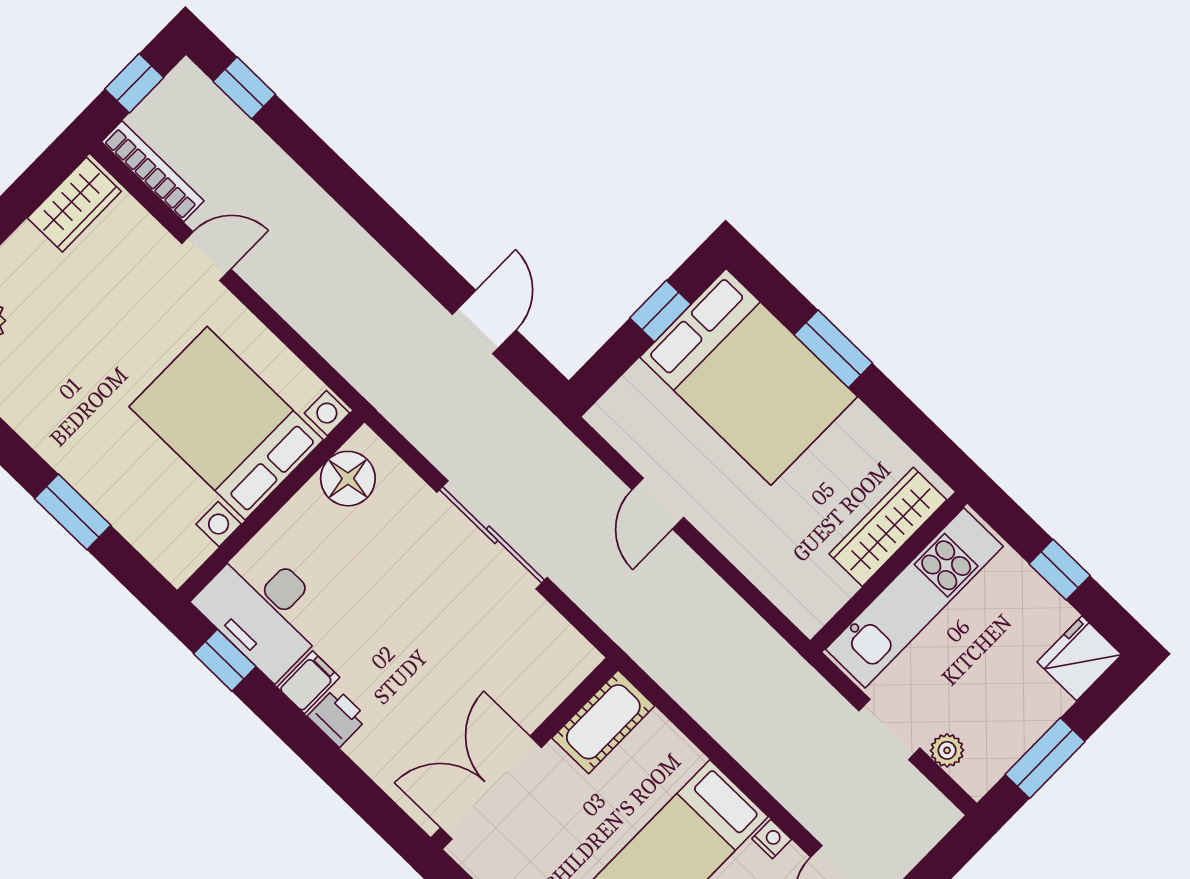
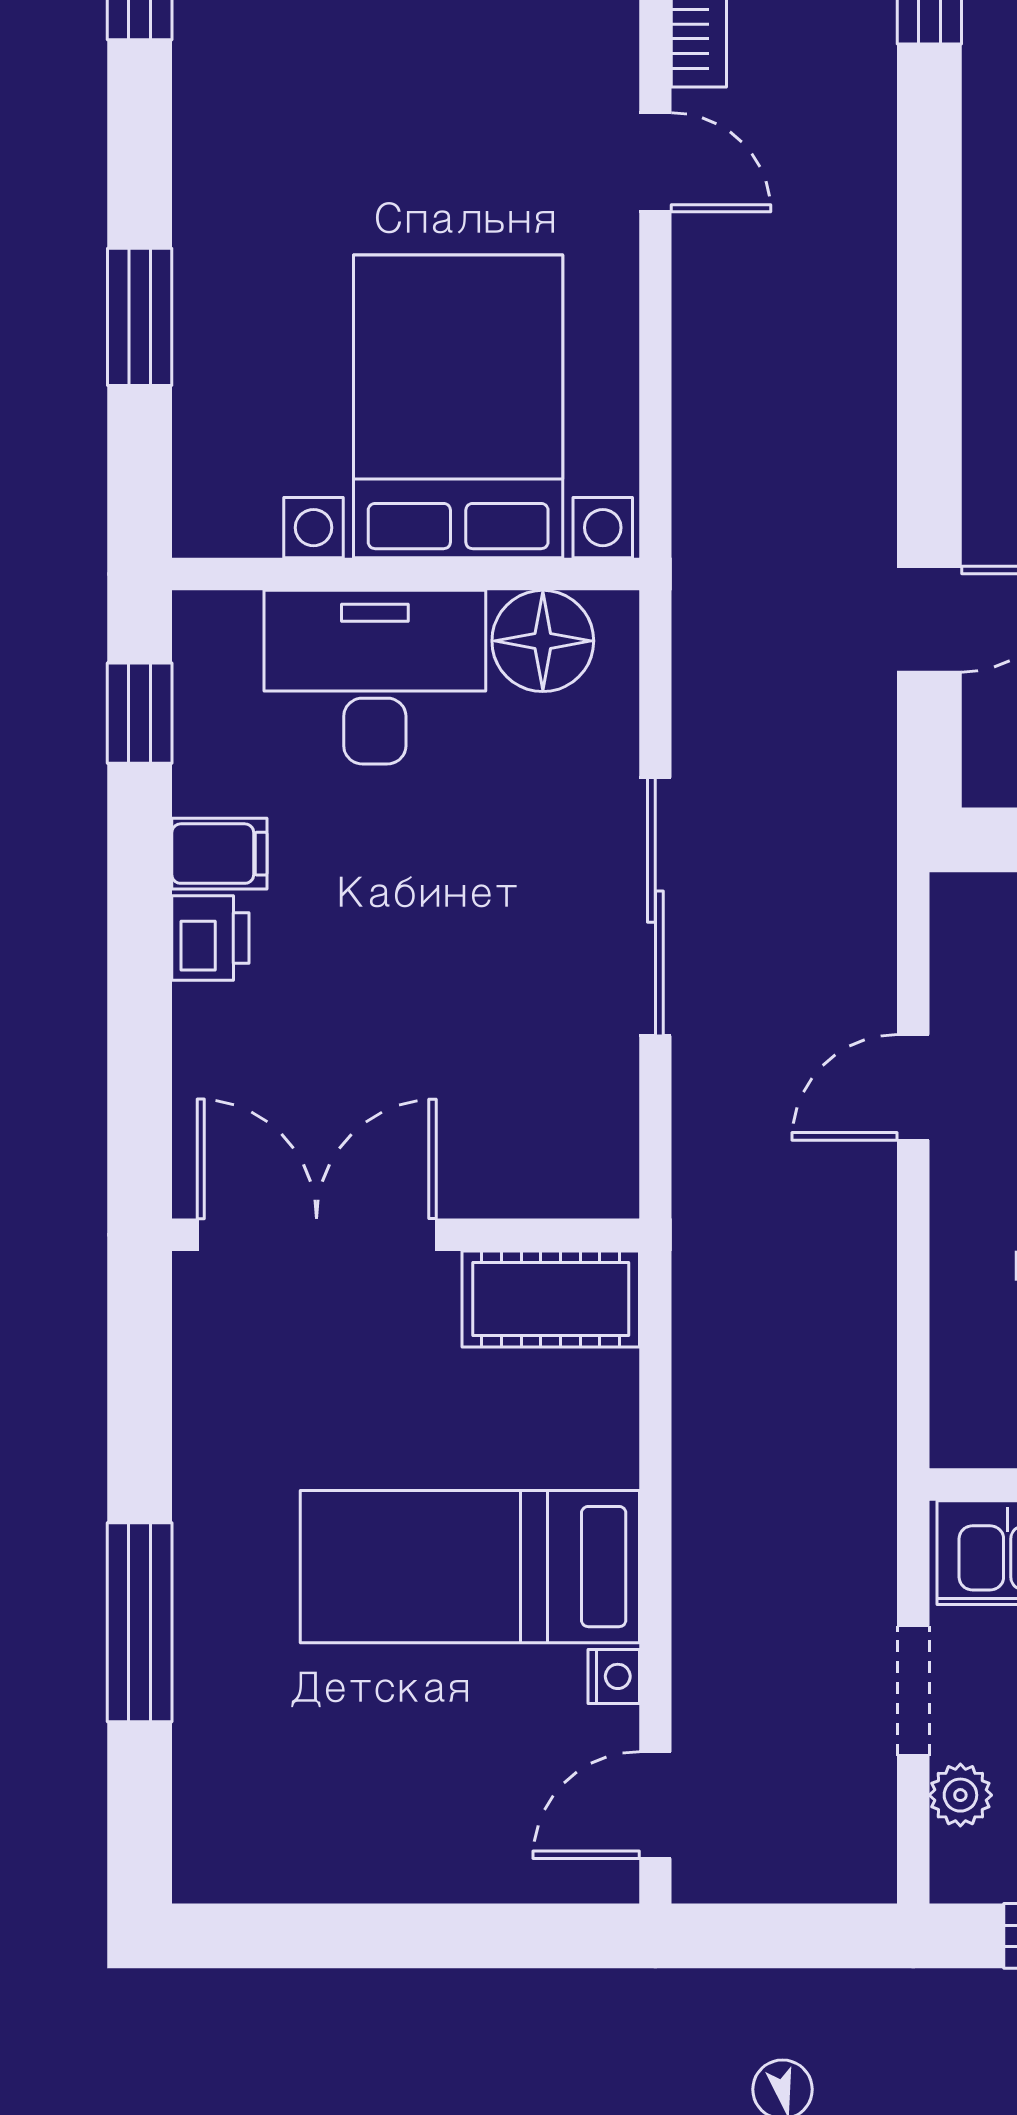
desk: (265, 610) -> (375, 677), moved, turned 90

